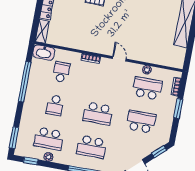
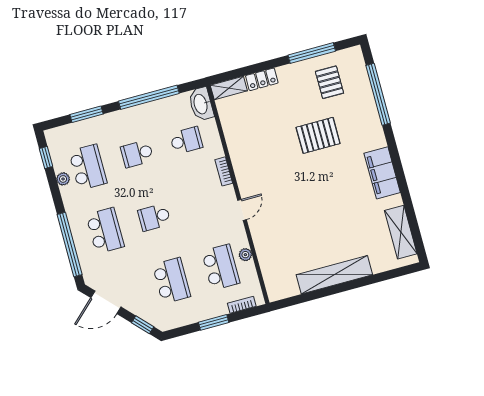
school desk: (98, 113) -> (154, 217), width x0.54
window: (14, 138) -> (86, 114), moved
school desk: (49, 139) -> (88, 167), turned 180
school desk: (92, 147) -> (105, 231), turned 180

